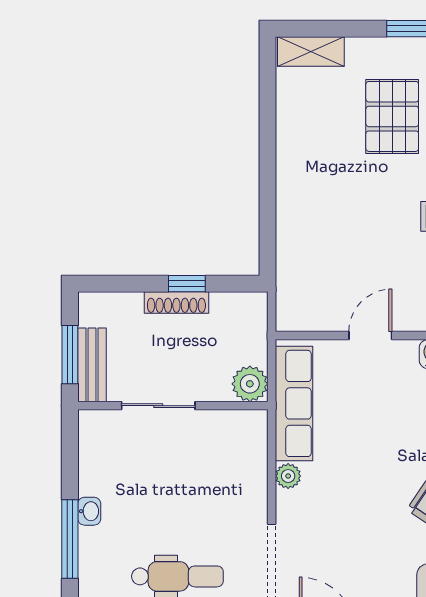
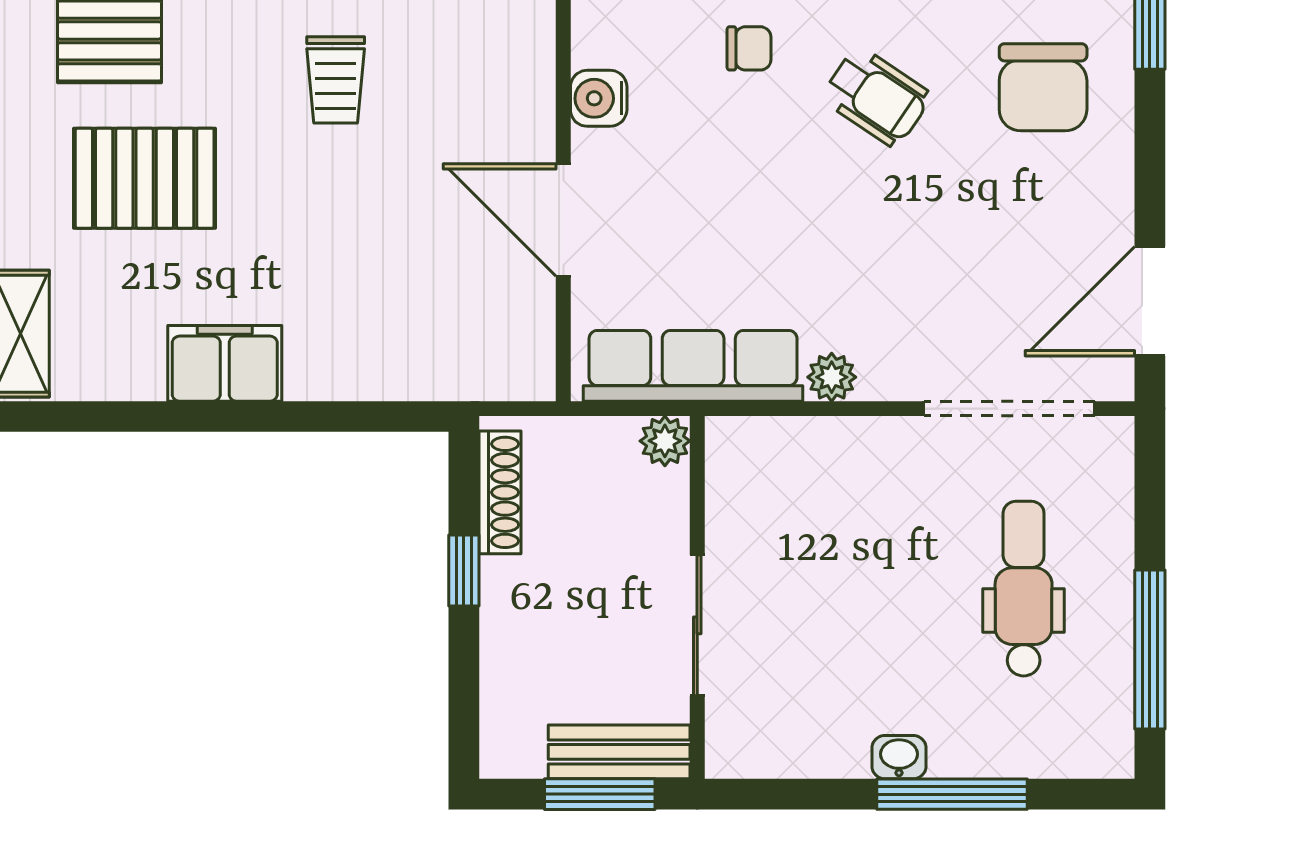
filing cabinet: (295, 158) -> (225, 363), added
shoe rack: (176, 302) -> (500, 492), moved
door: (370, 336) -> (563, 220), width x1.38
plant: (250, 384) -> (665, 441), width x0.73, depth x0.73

